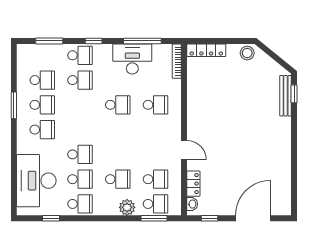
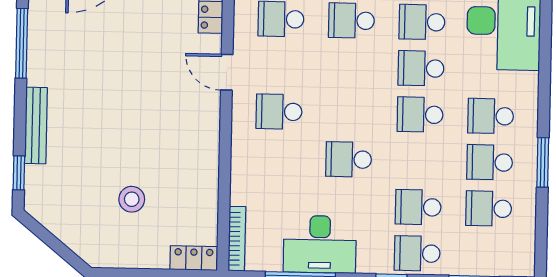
locker: (206, 50) -> (194, 258), width x0.66
stool: (247, 53) -> (132, 199), moved
bench: (286, 96) -> (36, 126), moved
school desk: (156, 105) -> (279, 112), moved
school desk: (80, 130) -> (420, 115), added
window: (294, 163) -> (22, 43), added

